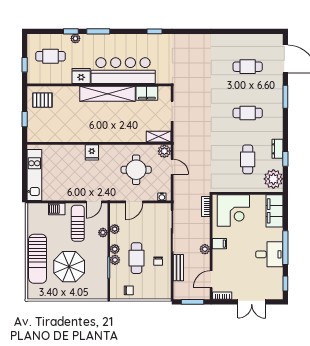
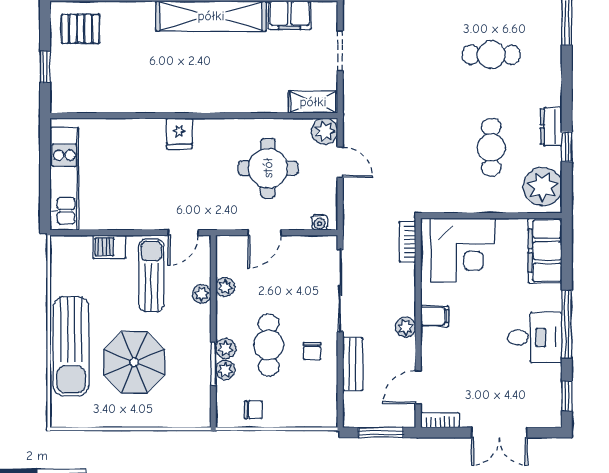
plant: (115, 249) -> (225, 370), moved

